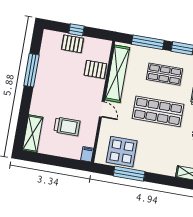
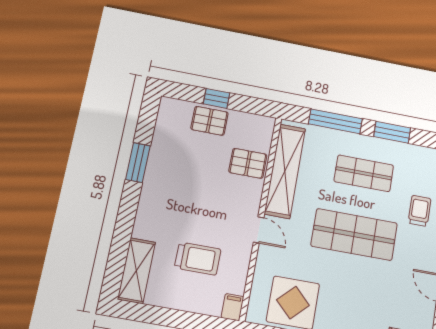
window: (31, 70) -> (138, 163), width x0.69

